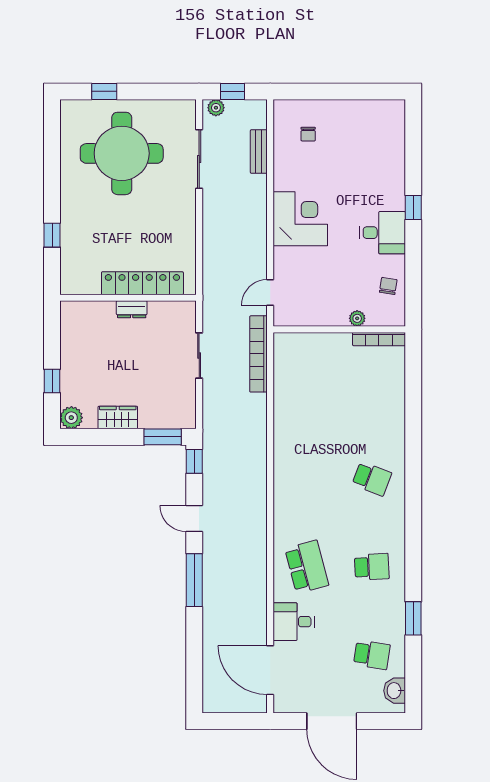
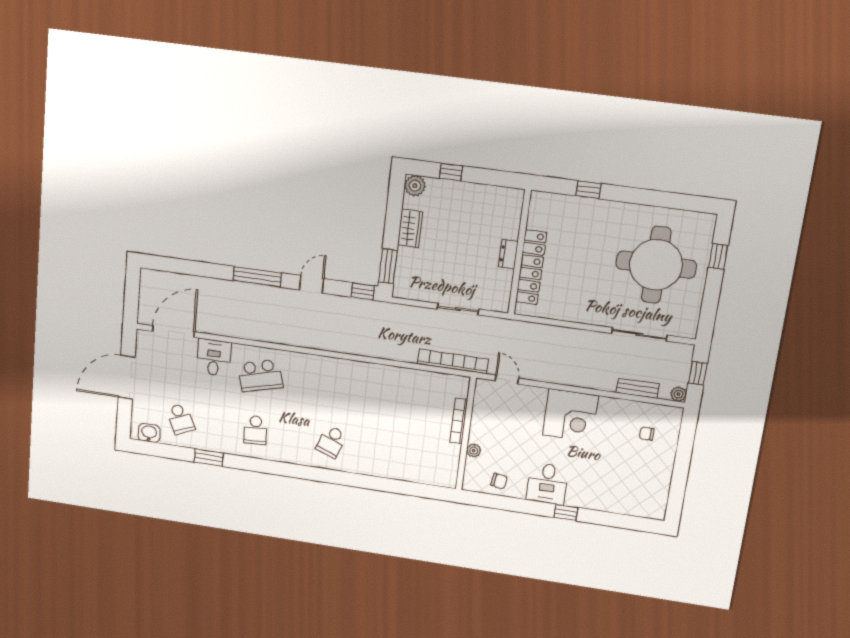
plant: (216, 108) -> (678, 394), moved
bookcase: (379, 339) -> (459, 421), moved
school desk: (372, 655) -> (180, 419), turned -33

